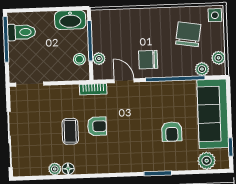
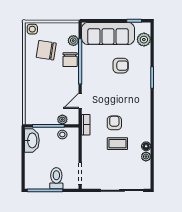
toilet: (22, 32) -> (56, 178), moved
plant: (219, 58) -> (65, 28), removed
chair: (148, 60) -> (70, 60), moved

